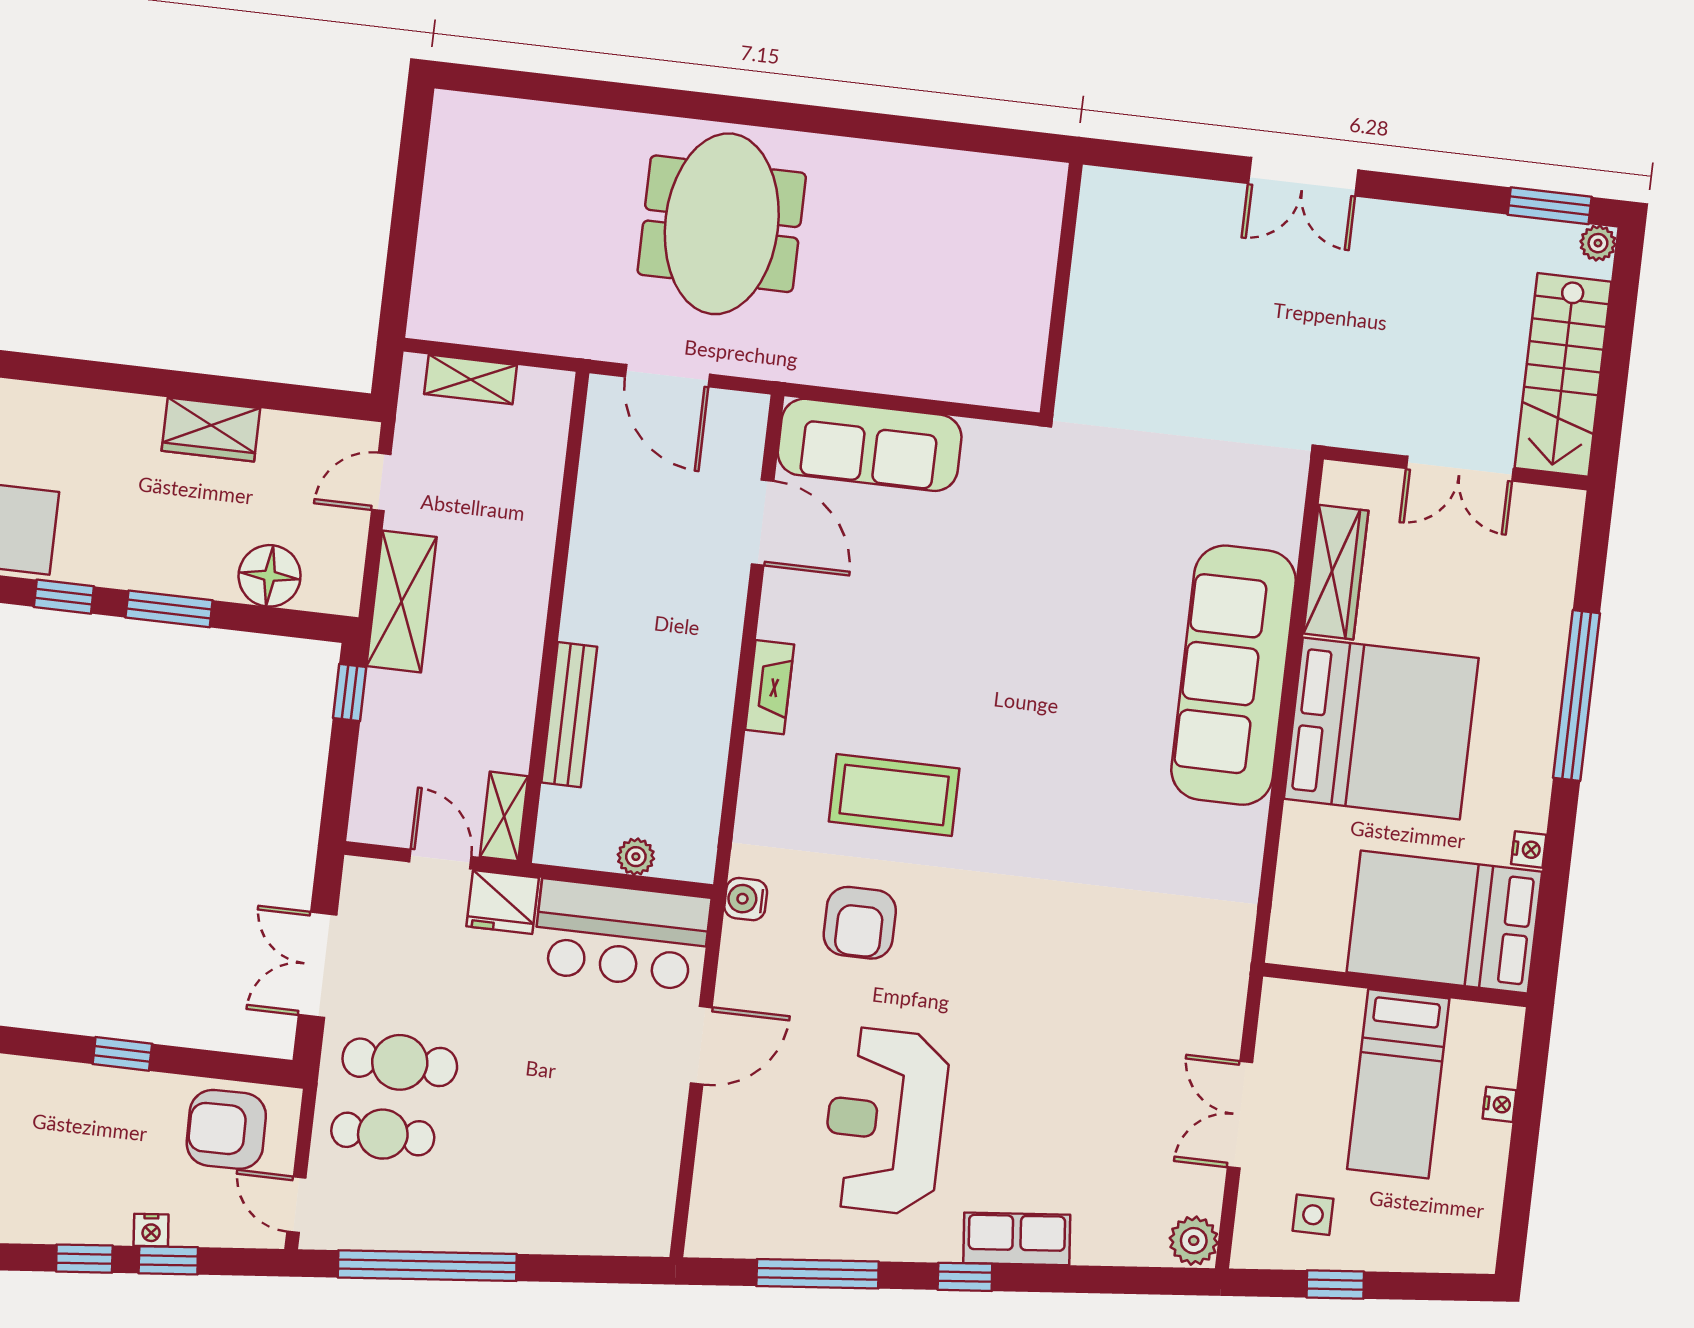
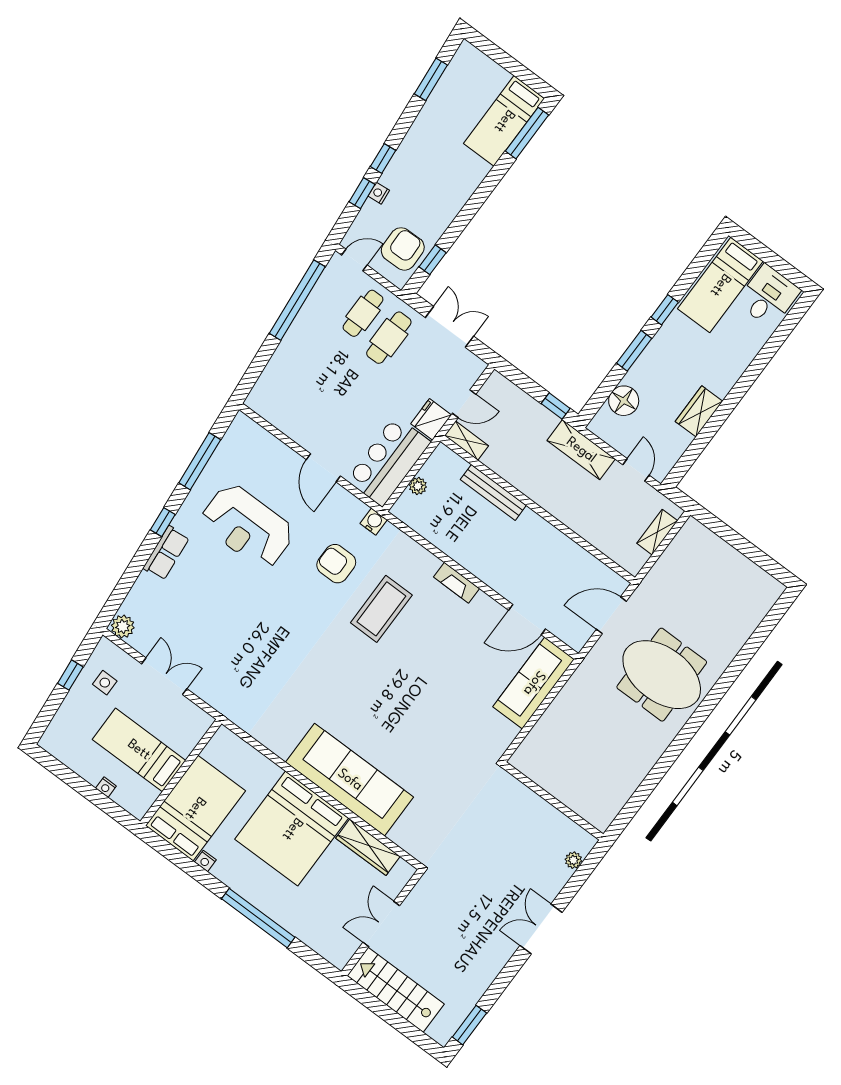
plant: (1598, 243) -> (573, 860), moved
window: (122, 1054) -> (433, 260), moved
reception desk: (885, 1121) -> (247, 526), turned 180

